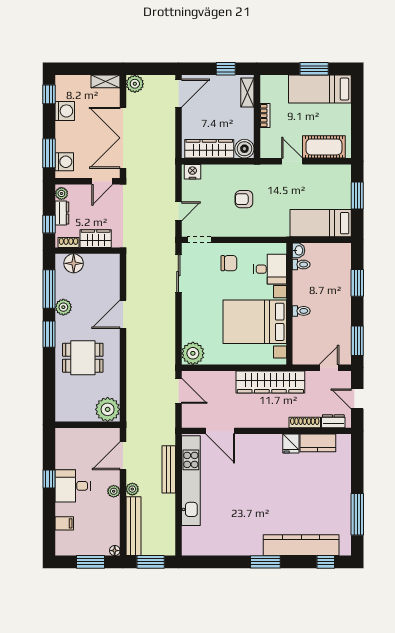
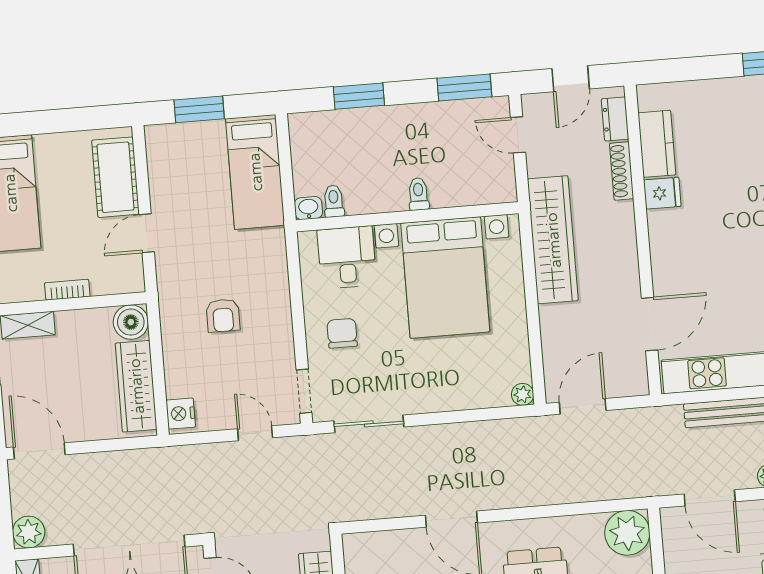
plant: (193, 353) -> (523, 394), width x0.53, depth x0.53

